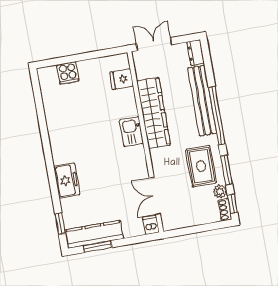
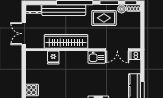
fridge: (122, 79) -> (53, 58), moved
kitchen sink: (131, 132) -> (97, 57), moved

